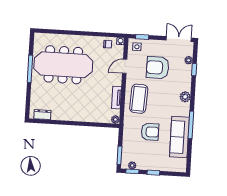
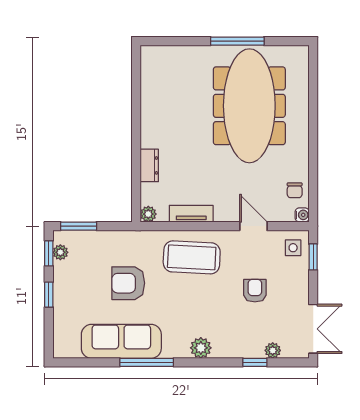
armchair: (158, 68) -> (255, 291), width x0.53, depth x0.53
dresser: (42, 115) -> (149, 165), moved
armchair: (150, 132) -> (128, 283), turned 90

